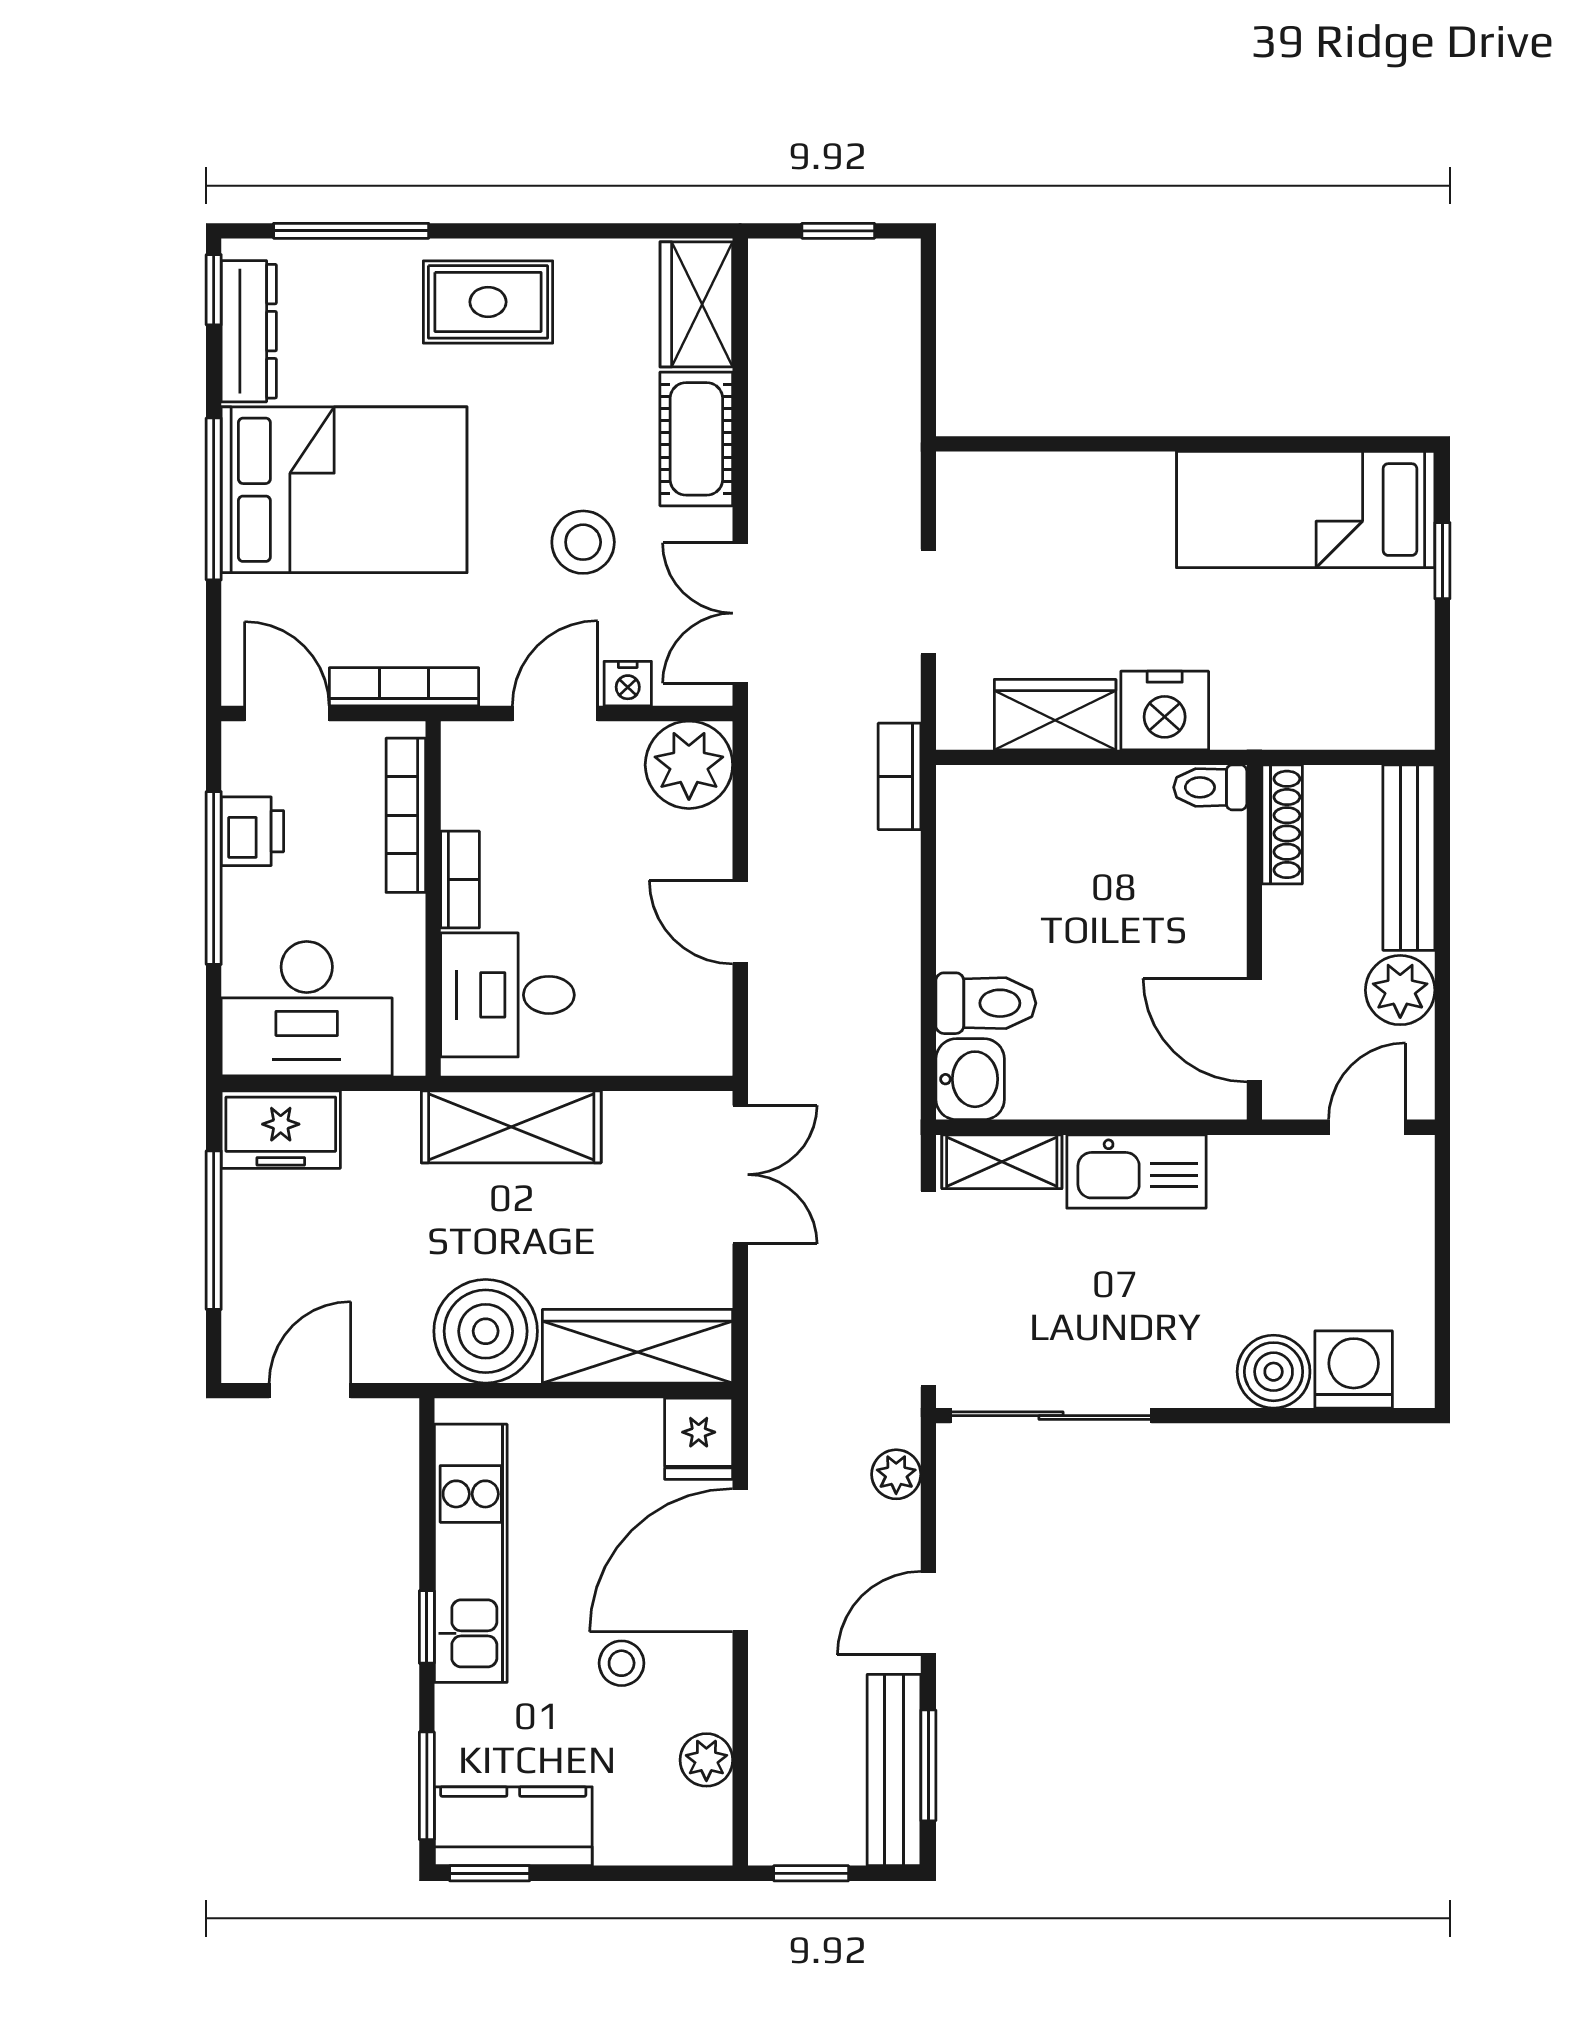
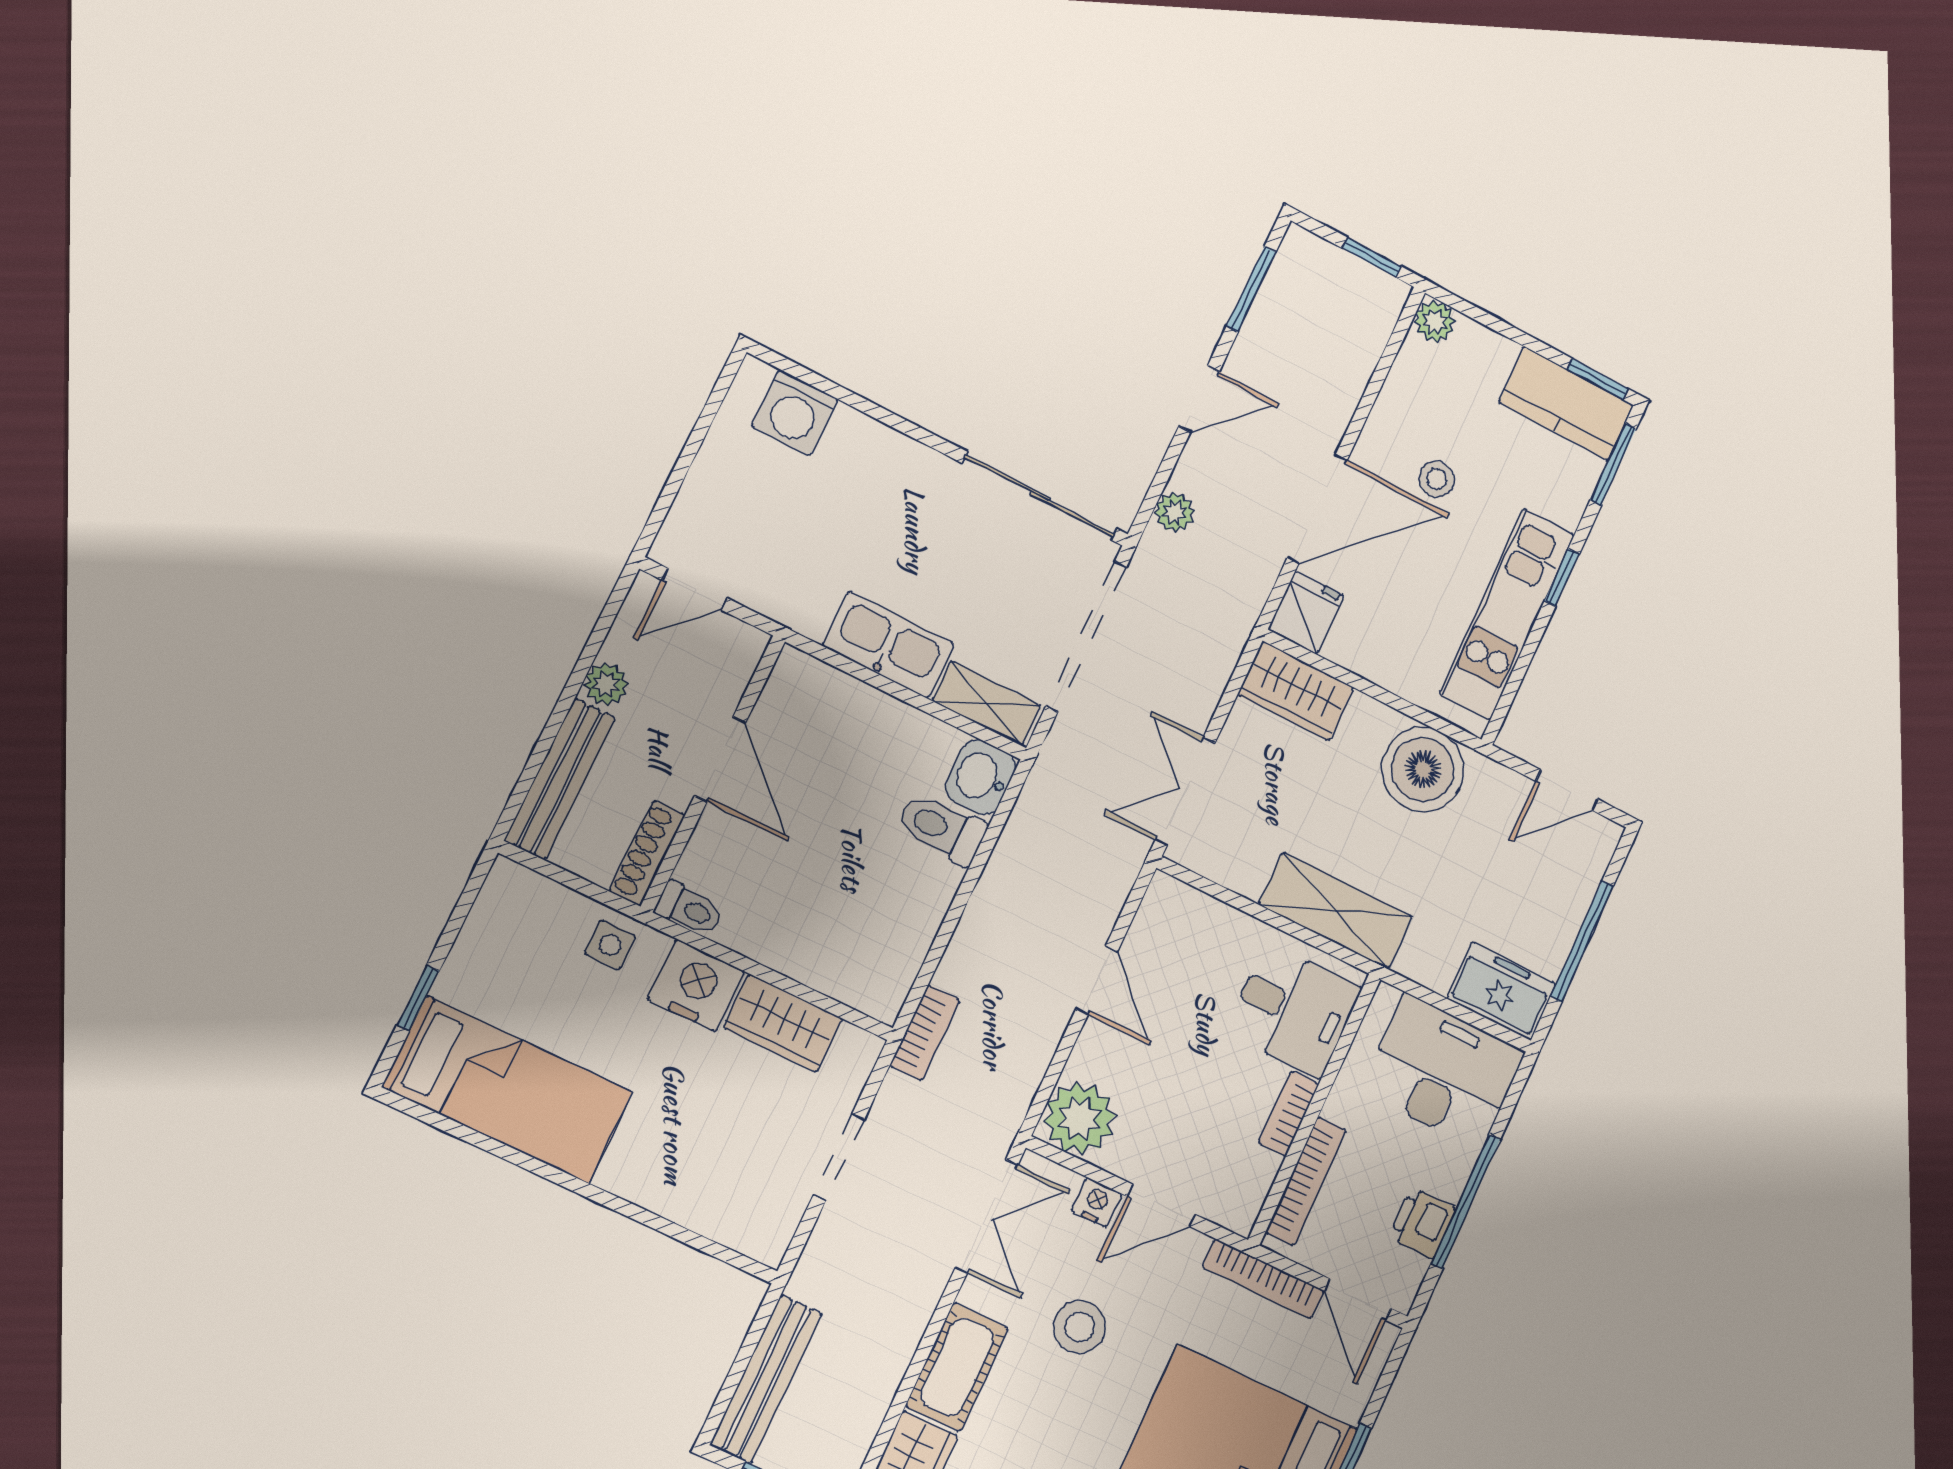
side table: (1274, 710) -> (610, 945), added
plant: (1400, 990) -> (606, 684), width x0.73, depth x0.73
door: (1254, 1030) -> (720, 759), moved
wardrobe: (638, 1346) -> (1296, 691), width x0.67
boiler: (1274, 1372) -> (857, 442), removed
plant: (706, 1760) -> (1435, 321), moved
bench: (894, 1770) -> (766, 1379), moved

